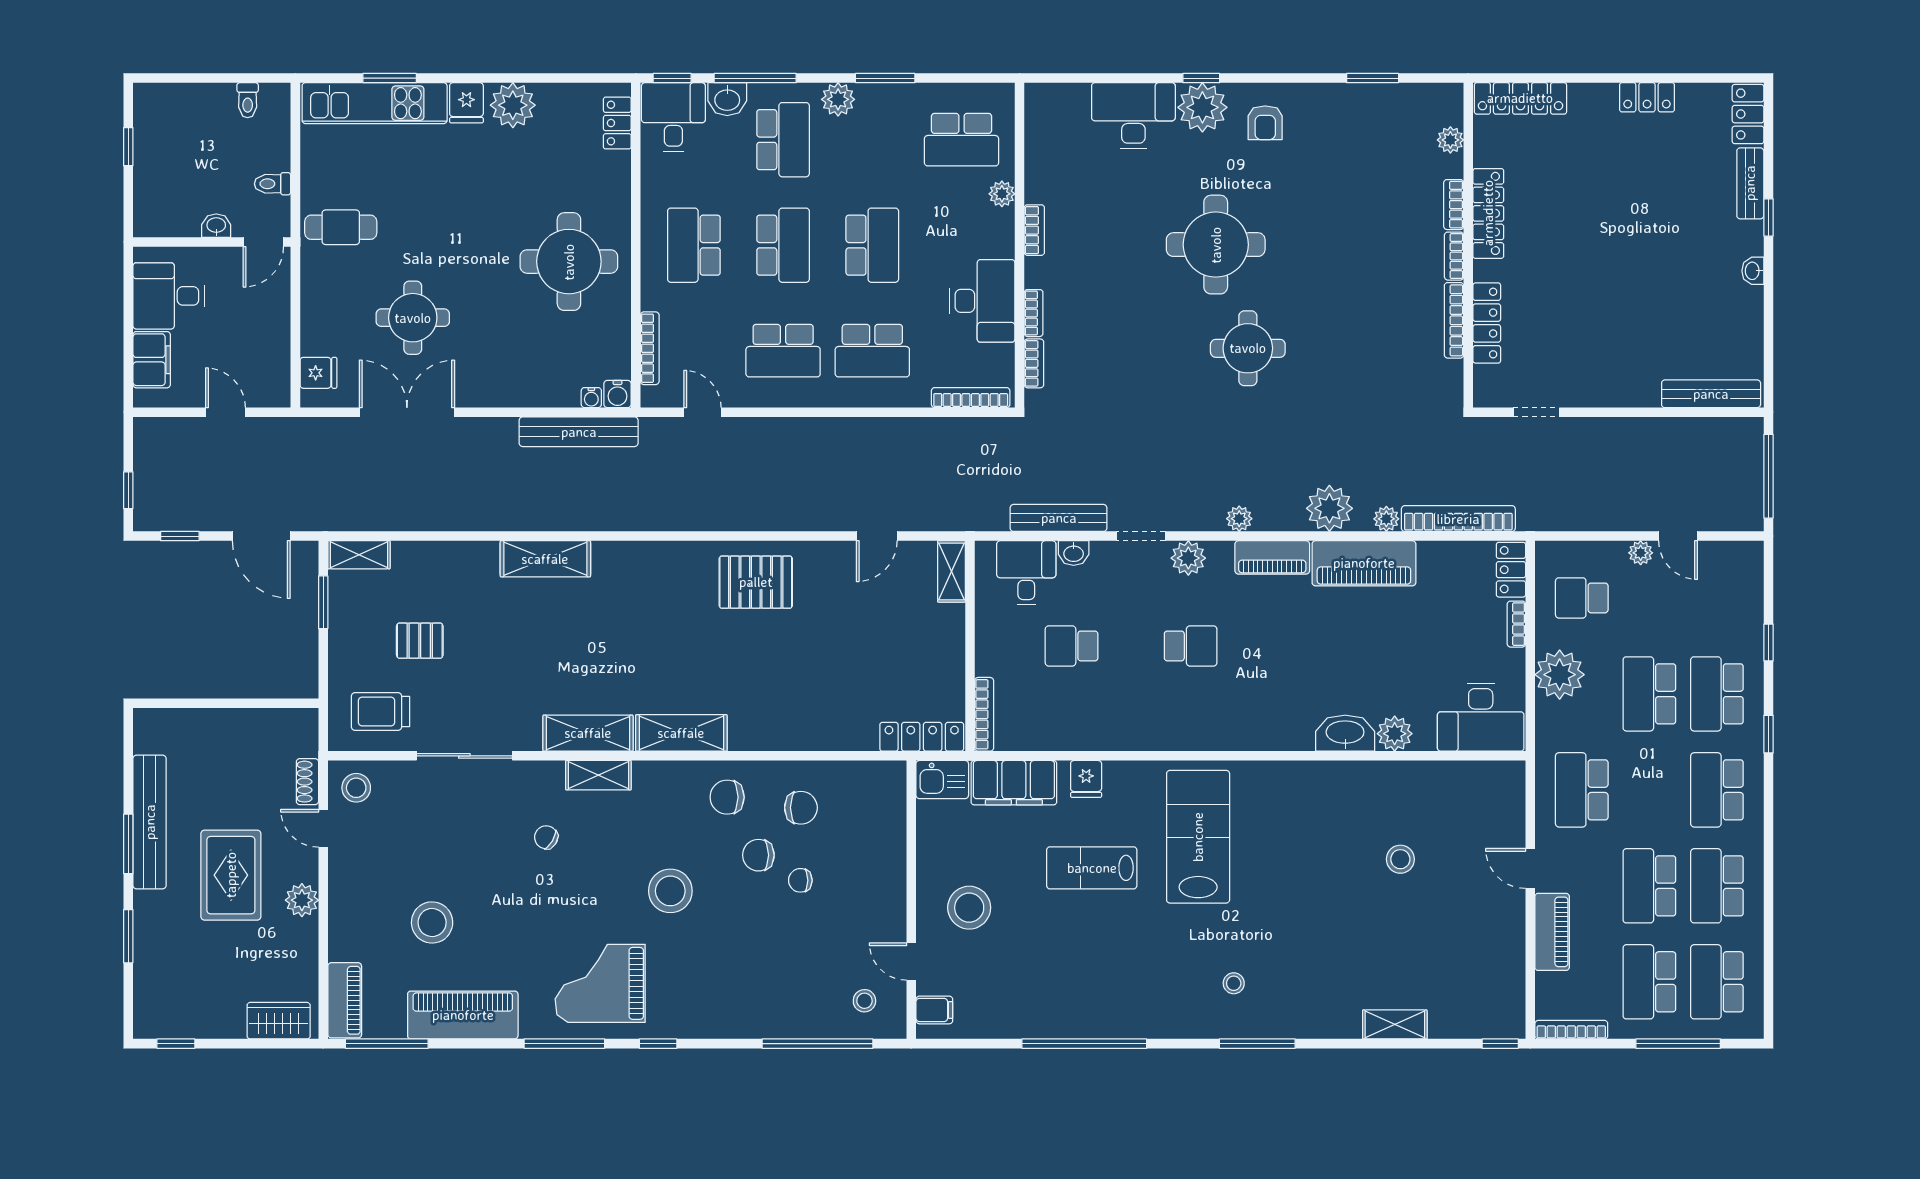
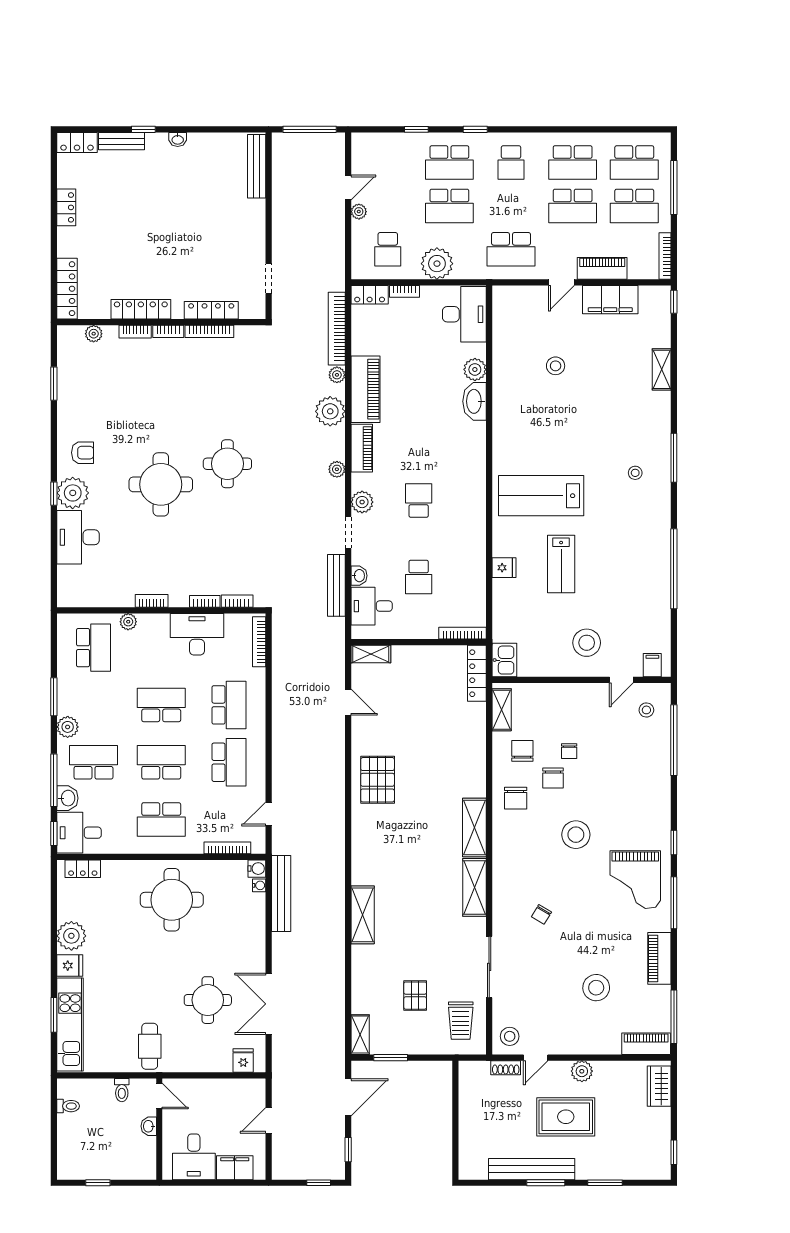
shelving: (598, 775) -> (502, 710), moved
filing cabinet: (1014, 783) -> (610, 300), moved, turned 90
school desk: (1717, 790) -> (511, 163), width x0.54
piano: (463, 1015) -> (659, 958), width x0.73, depth x0.75

